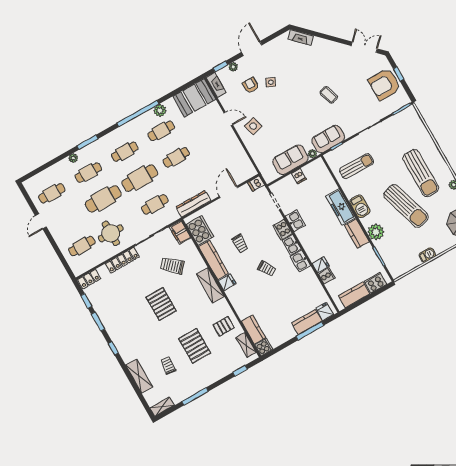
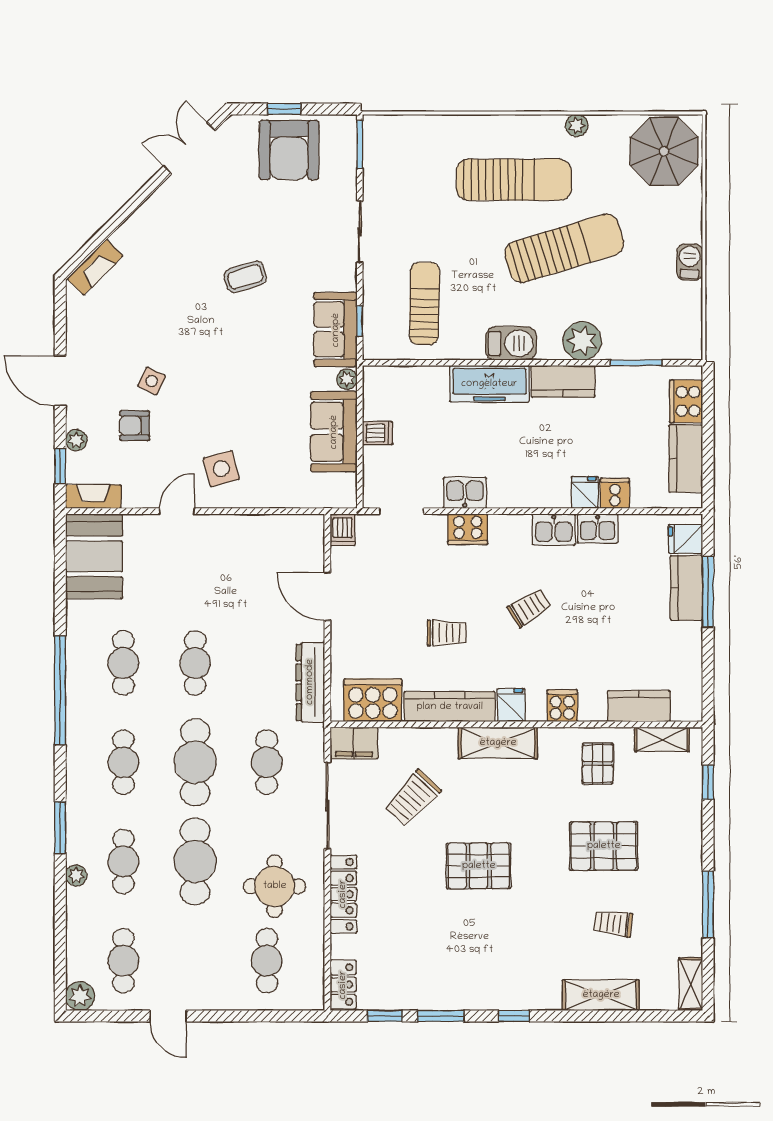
plant: (160, 111) -> (80, 996), moved
kitchen sink: (292, 245) -> (598, 529), moved
cooker: (264, 347) -> (562, 706), moved

